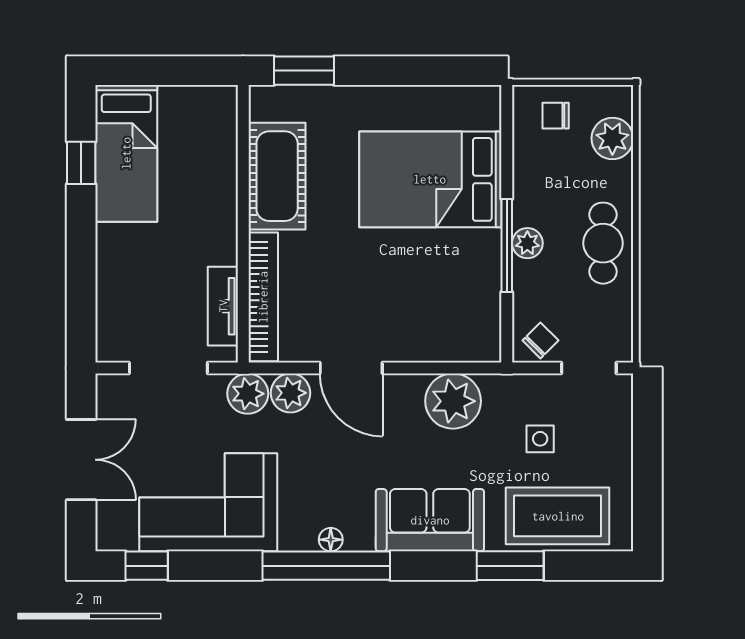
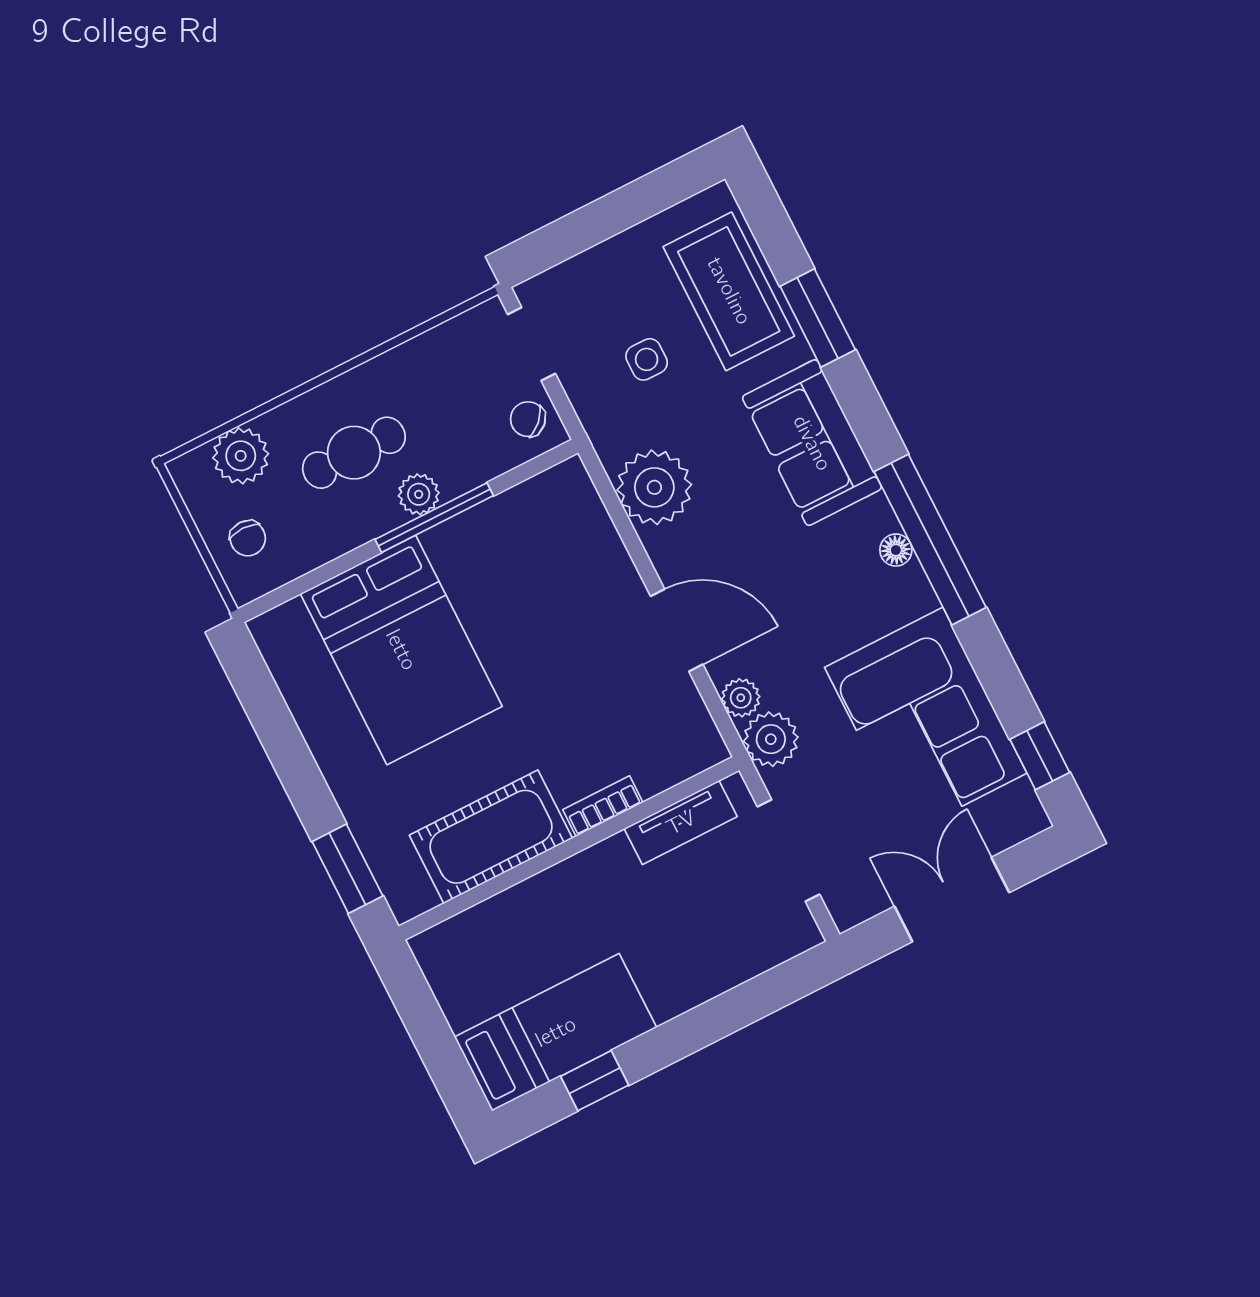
cafe table: (603, 243) -> (354, 453), moved
bookcase: (263, 297) -> (603, 806), width x0.43, depth x0.76
door: (351, 368) -> (677, 630), hinge flipped
plant: (291, 393) -> (741, 698), width x0.73, depth x0.73

